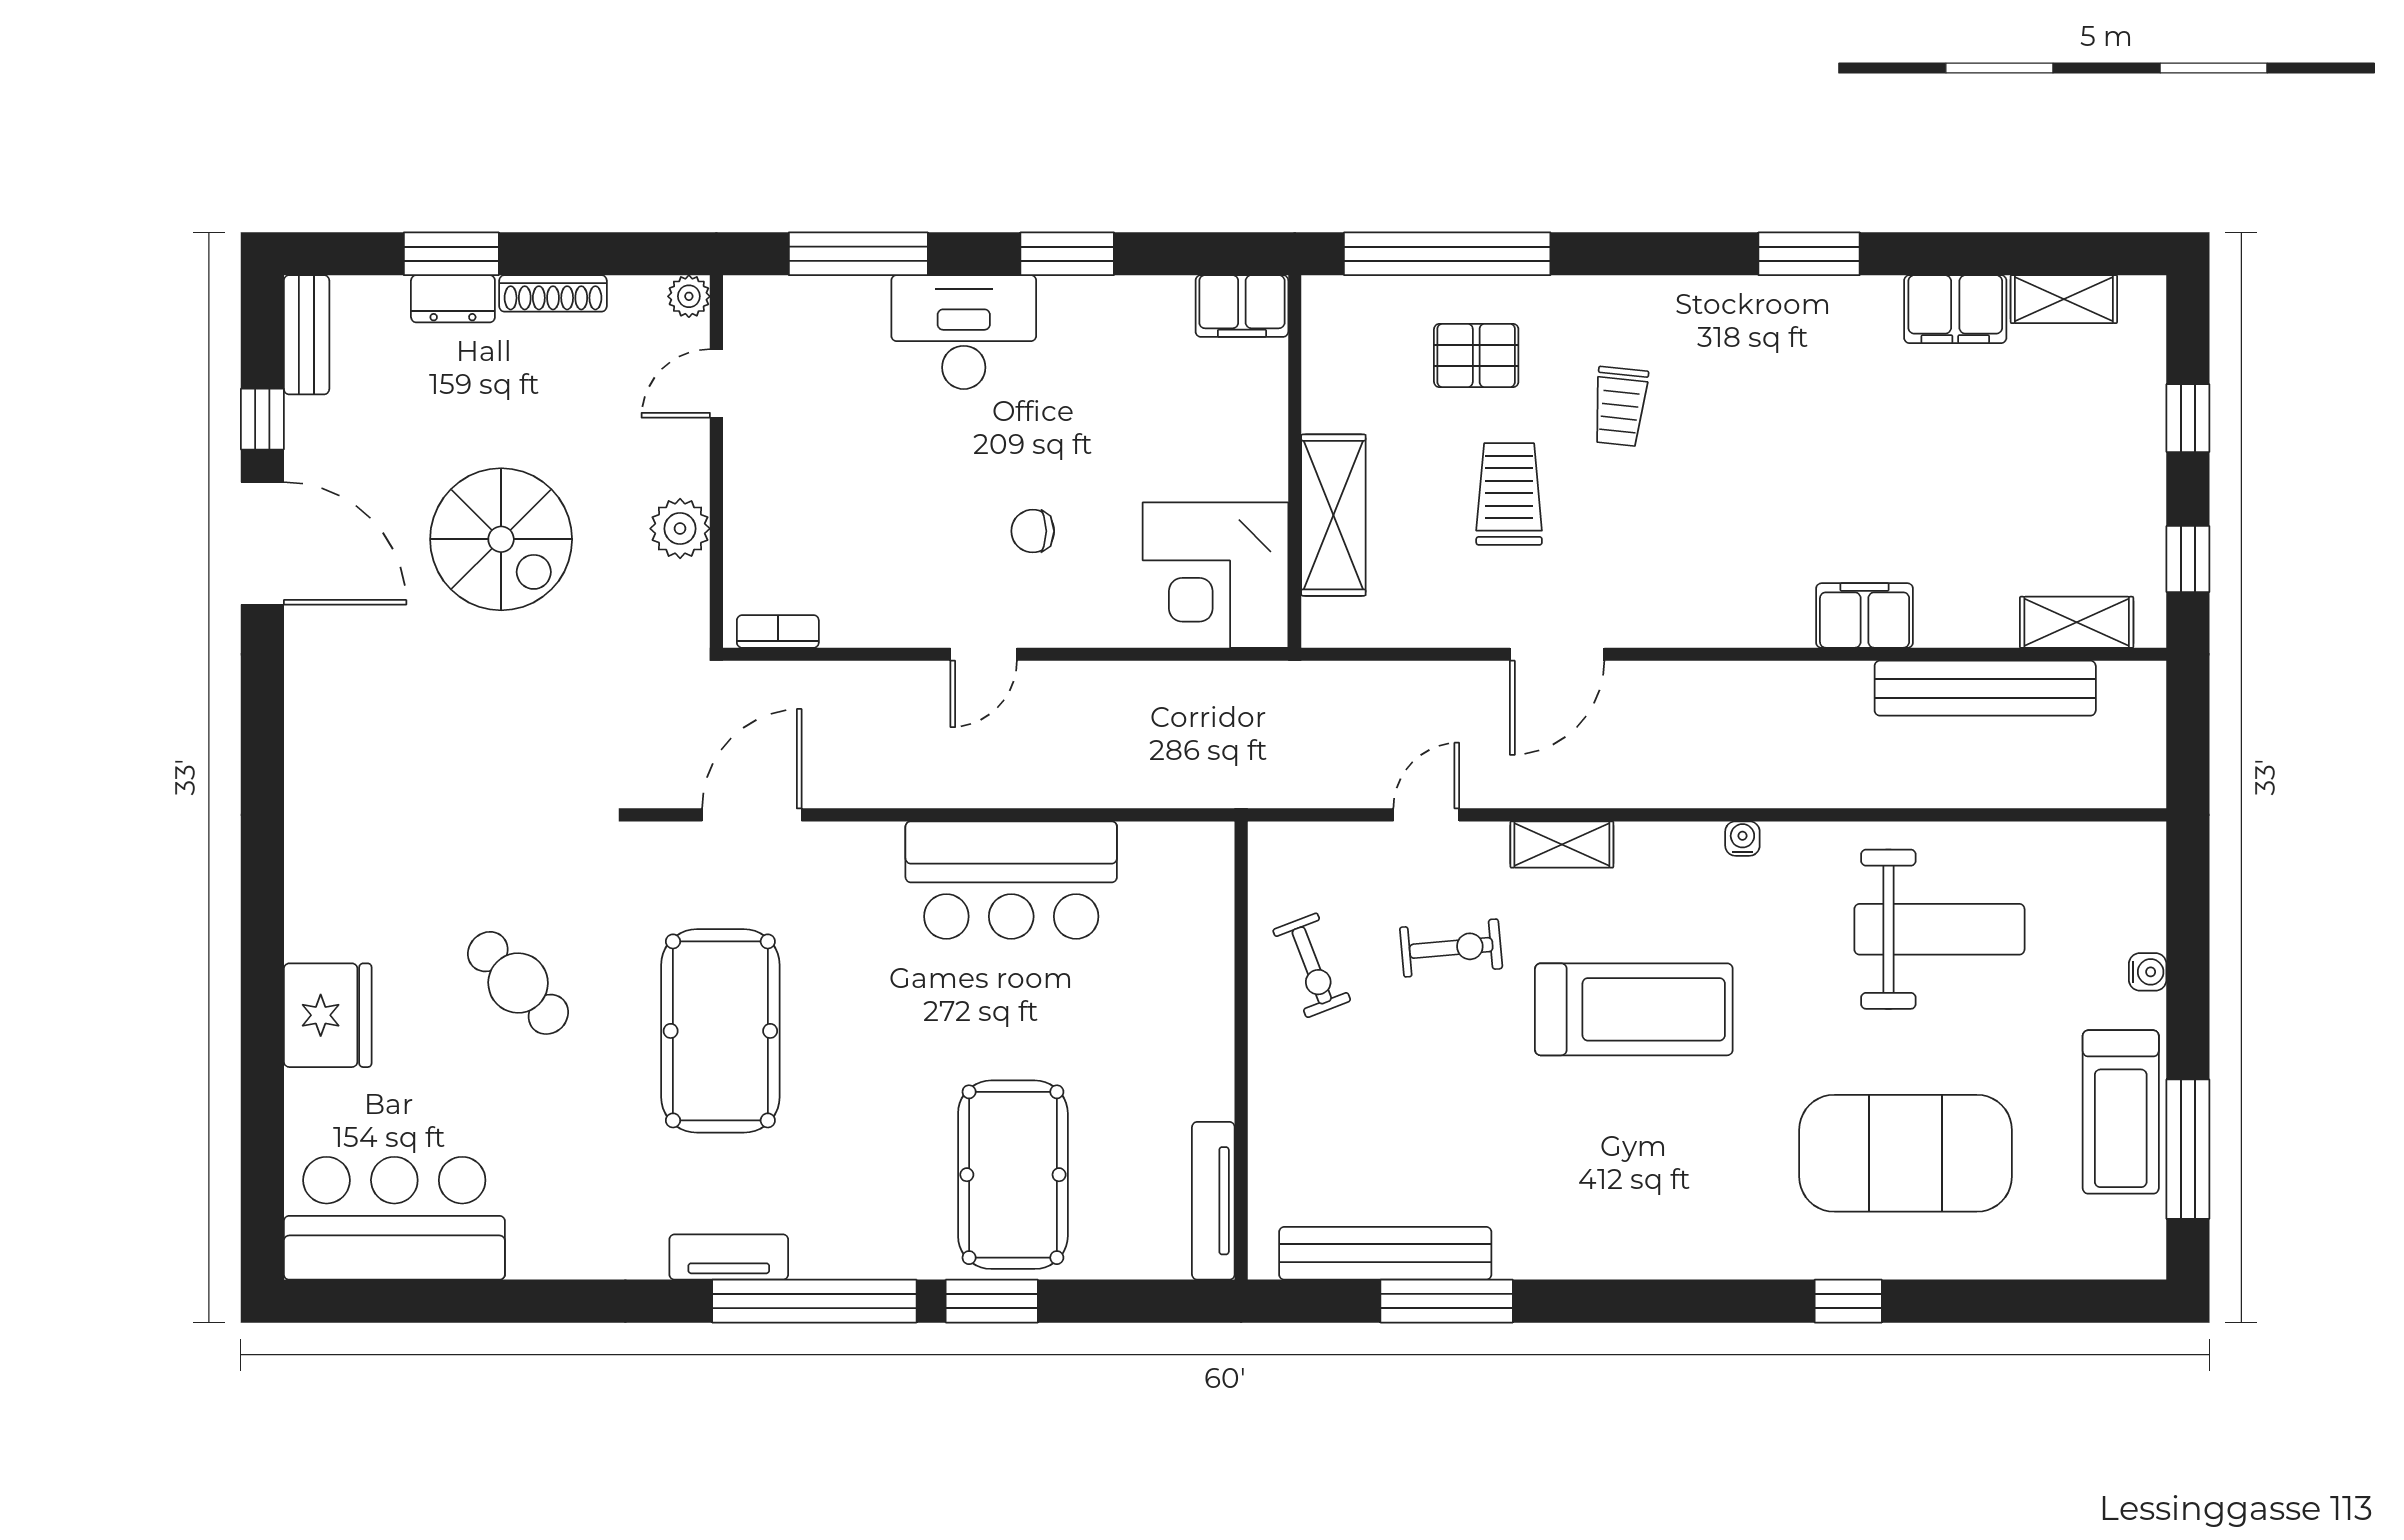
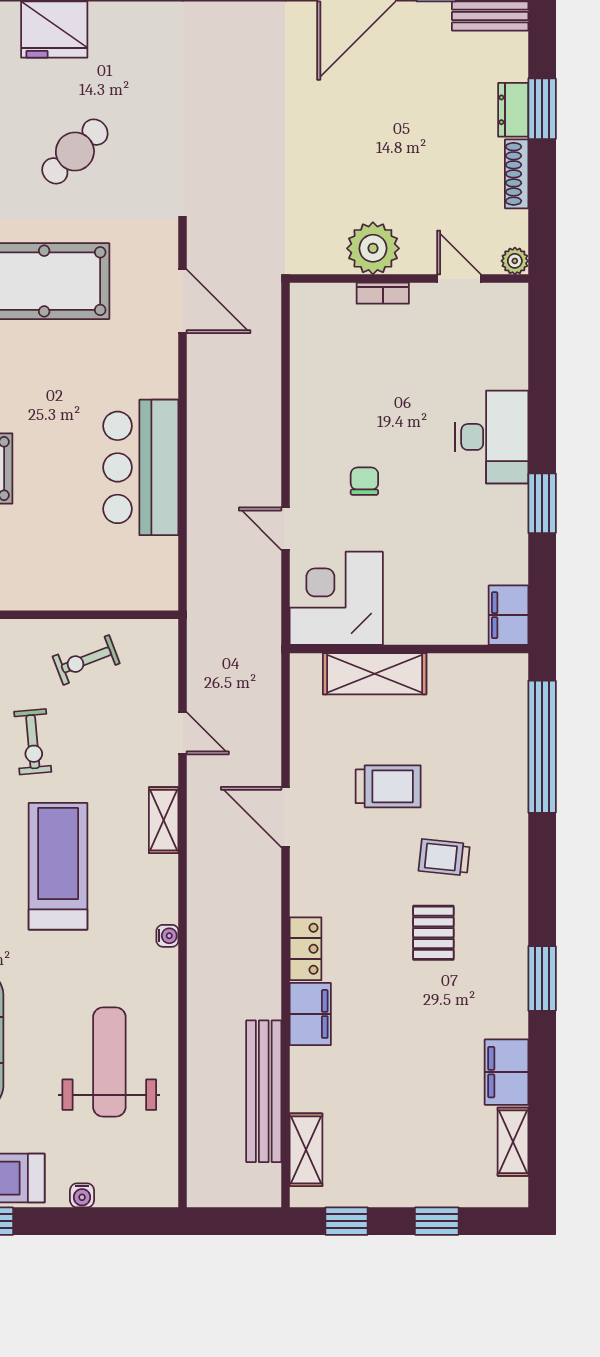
window: (858, 254) -> (542, 369), removed
pallet: (1476, 355) -> (433, 933), moved
plant: (680, 529) -> (373, 248), width x1.36, depth x1.36
spiral stairs: (501, 539) -> (359, 141), removed
locker: (1763, 623) -> (306, 949), added
bookcase: (778, 631) -> (383, 293), moved, turned 90
door: (984, 654) -> (285, 529), moved
weight bench: (1939, 929) -> (109, 1062), turned 180
exercise bike: (1451, 948) -> (33, 742), moved
treadmill: (1634, 1009) -> (58, 866), turned 180

